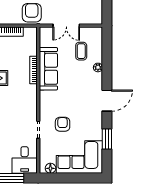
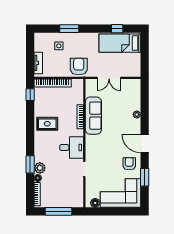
coffee table: (81, 51) -> (122, 100), removed
door: (107, 101) -> (145, 144), swing flipped
armchair: (63, 124) -> (129, 164), moved
desk: (25, 160) -> (72, 148), moved, turned -90

